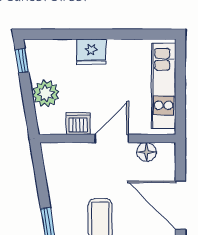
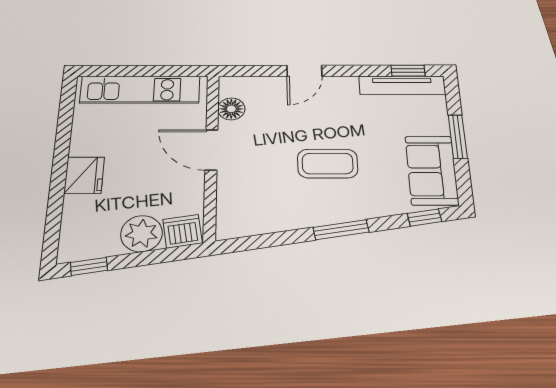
dishwasher: (78, 124) -> (183, 231), moved, turned 81
door: (180, 205) -> (304, 71), width x0.53

